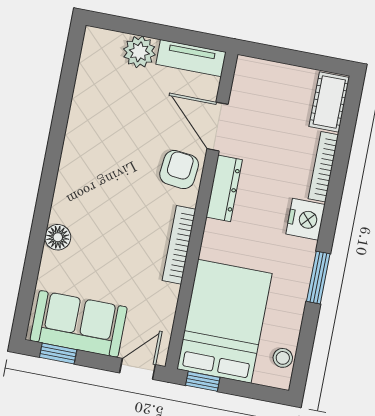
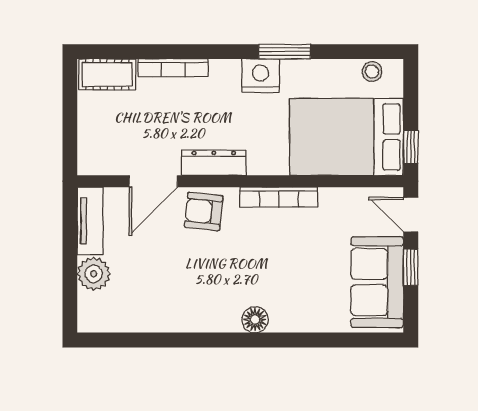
nightstand: (305, 219) -> (261, 76), moved
floor lamp: (58, 237) -> (255, 320), moved
window: (58, 353) -> (411, 267), moved

